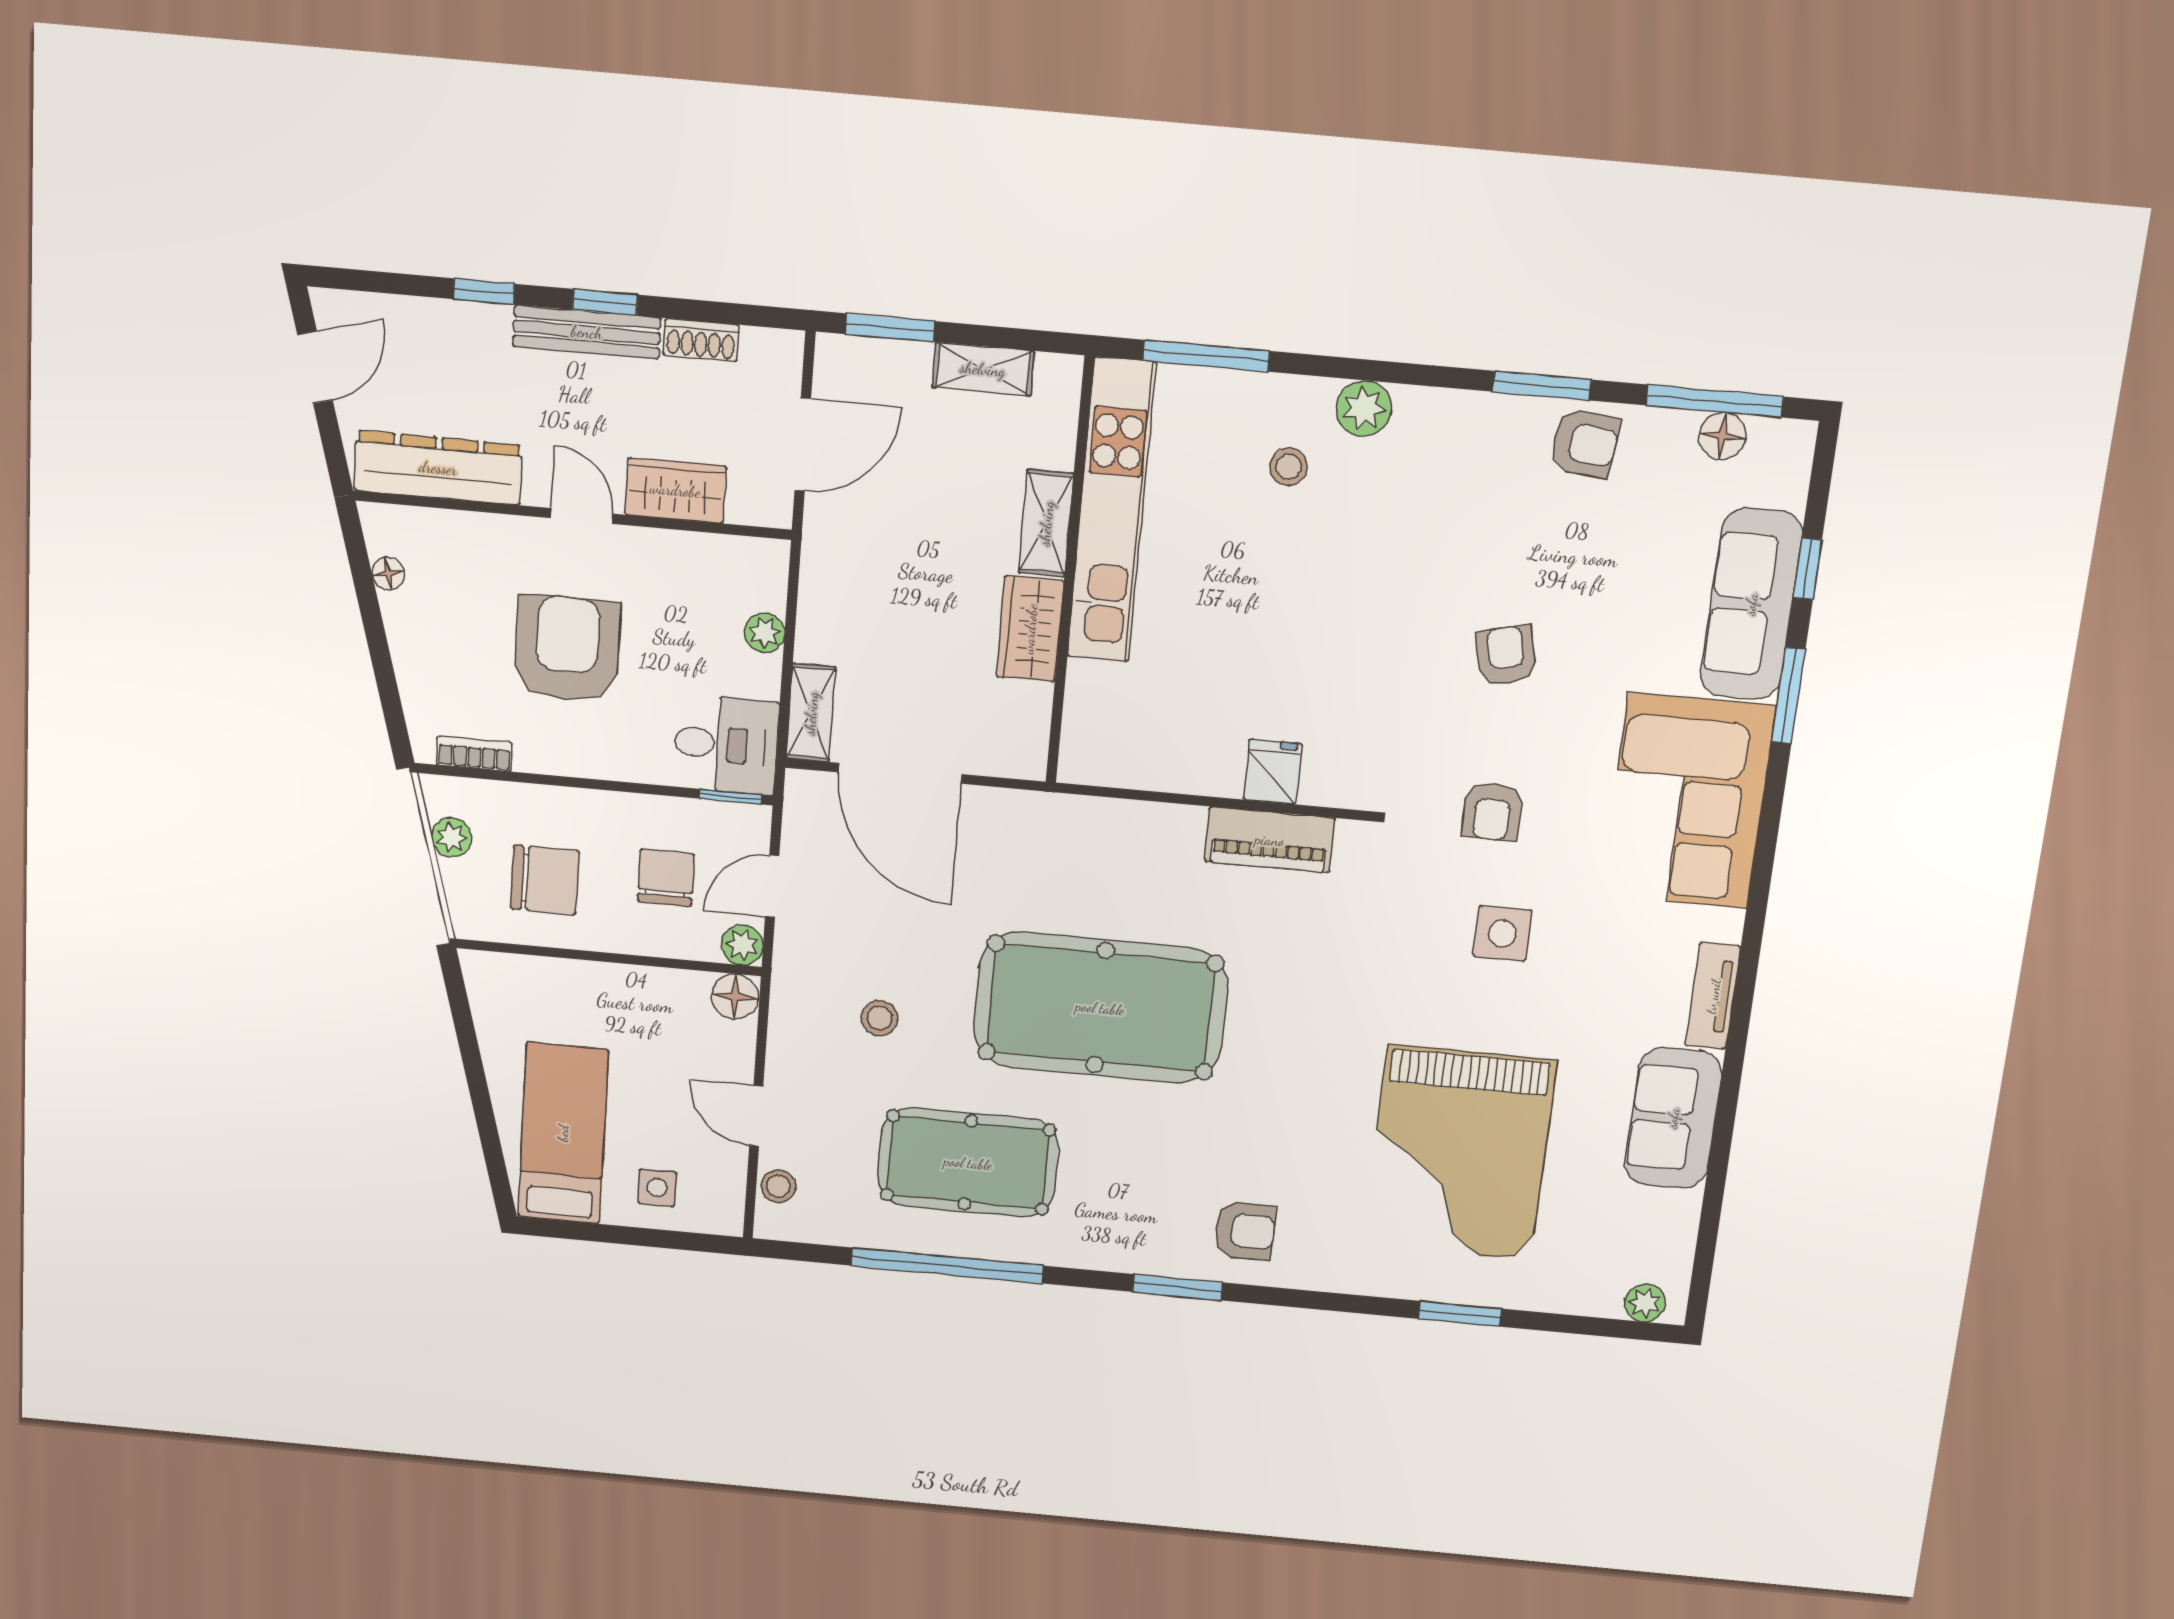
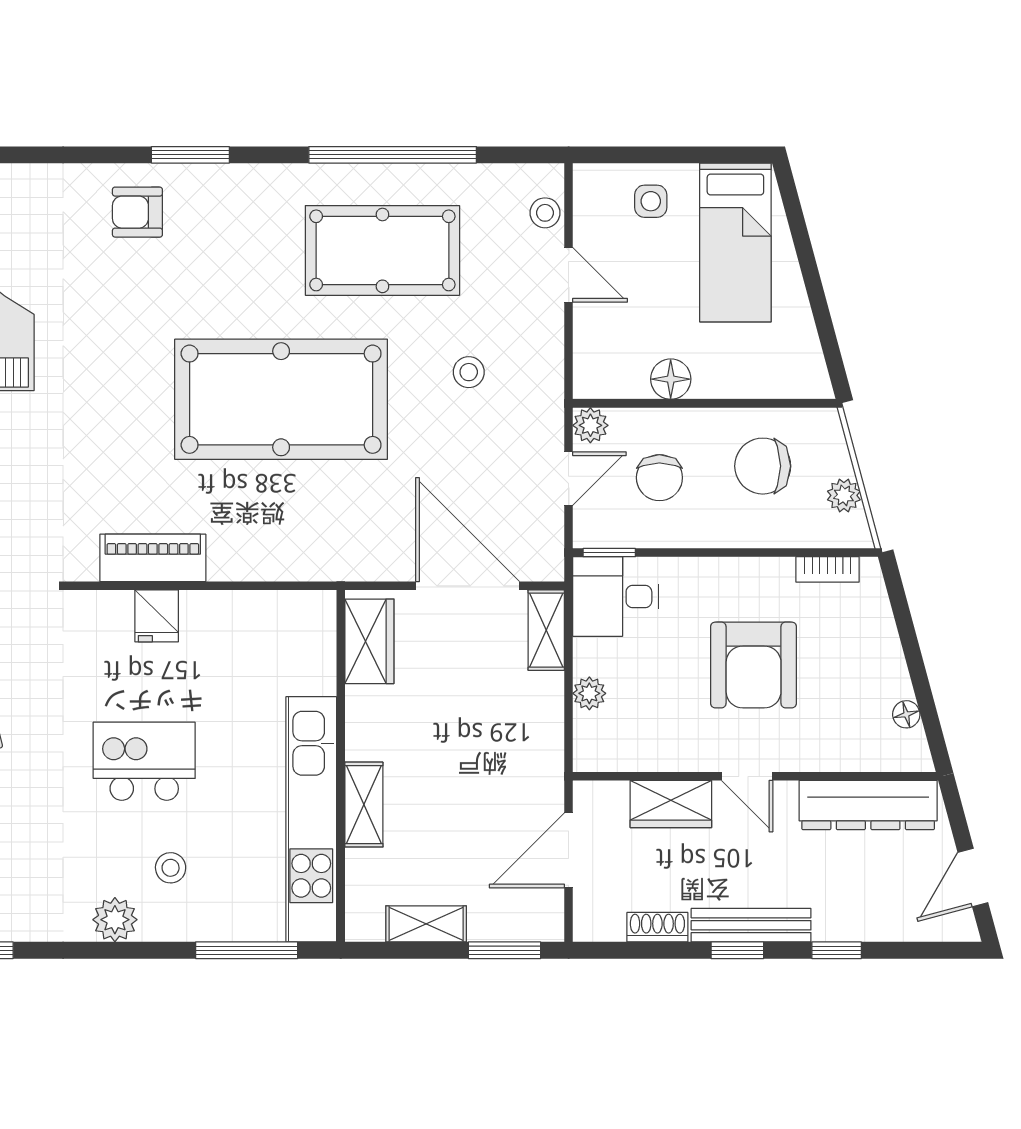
kitchen island: (1307, 600) -> (144, 761), added
wardrobe: (1030, 629) -> (369, 641), moved
floor lamp: (735, 997) -> (671, 379), moved

